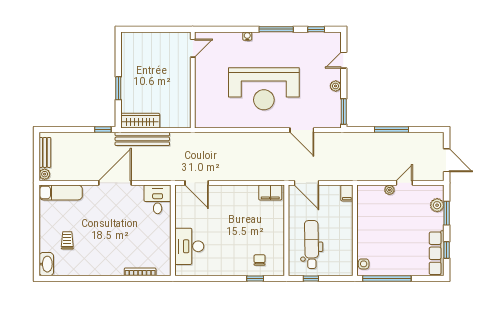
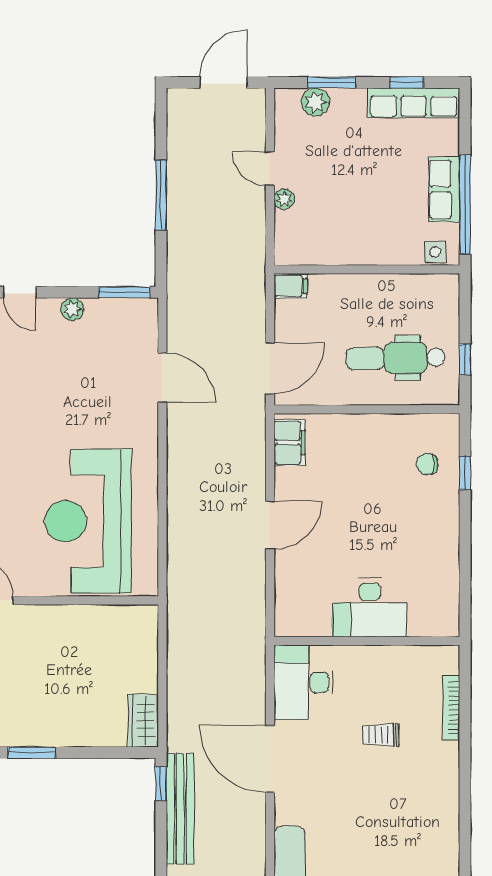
window: (118, 88) -> (32, 752), moved
reception desk: (264, 89) -> (88, 521), moved, turned 180
wardrobe: (140, 121) -> (143, 721), width x0.67
door: (302, 130) -> (162, 378), hinge flipped
bench: (142, 139) -> (180, 809), moved
door: (197, 183) -> (270, 525), moved
desk: (158, 199) -> (303, 682), width x1.37
trolley: (67, 240) -> (381, 735), moved
desk: (189, 246) -> (370, 607), moved
row of seats: (394, 268) -> (444, 189), added

